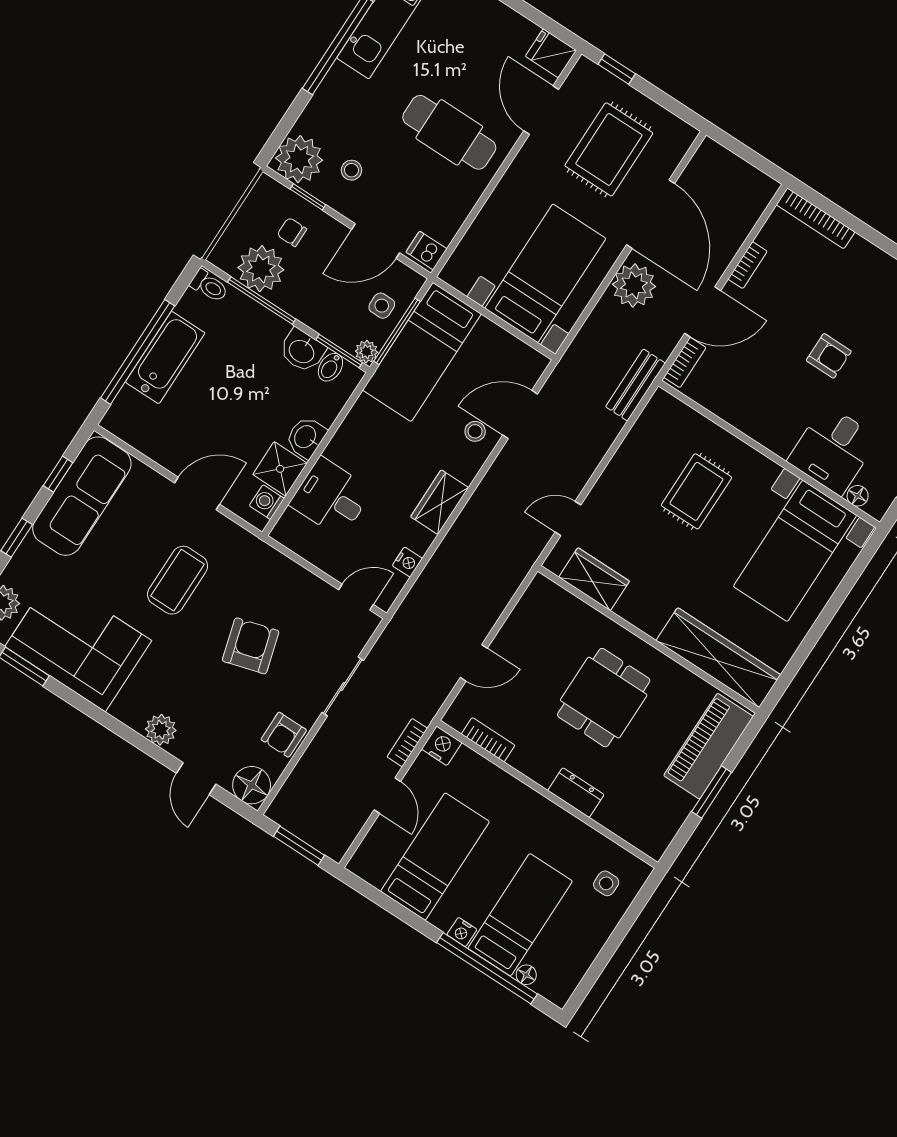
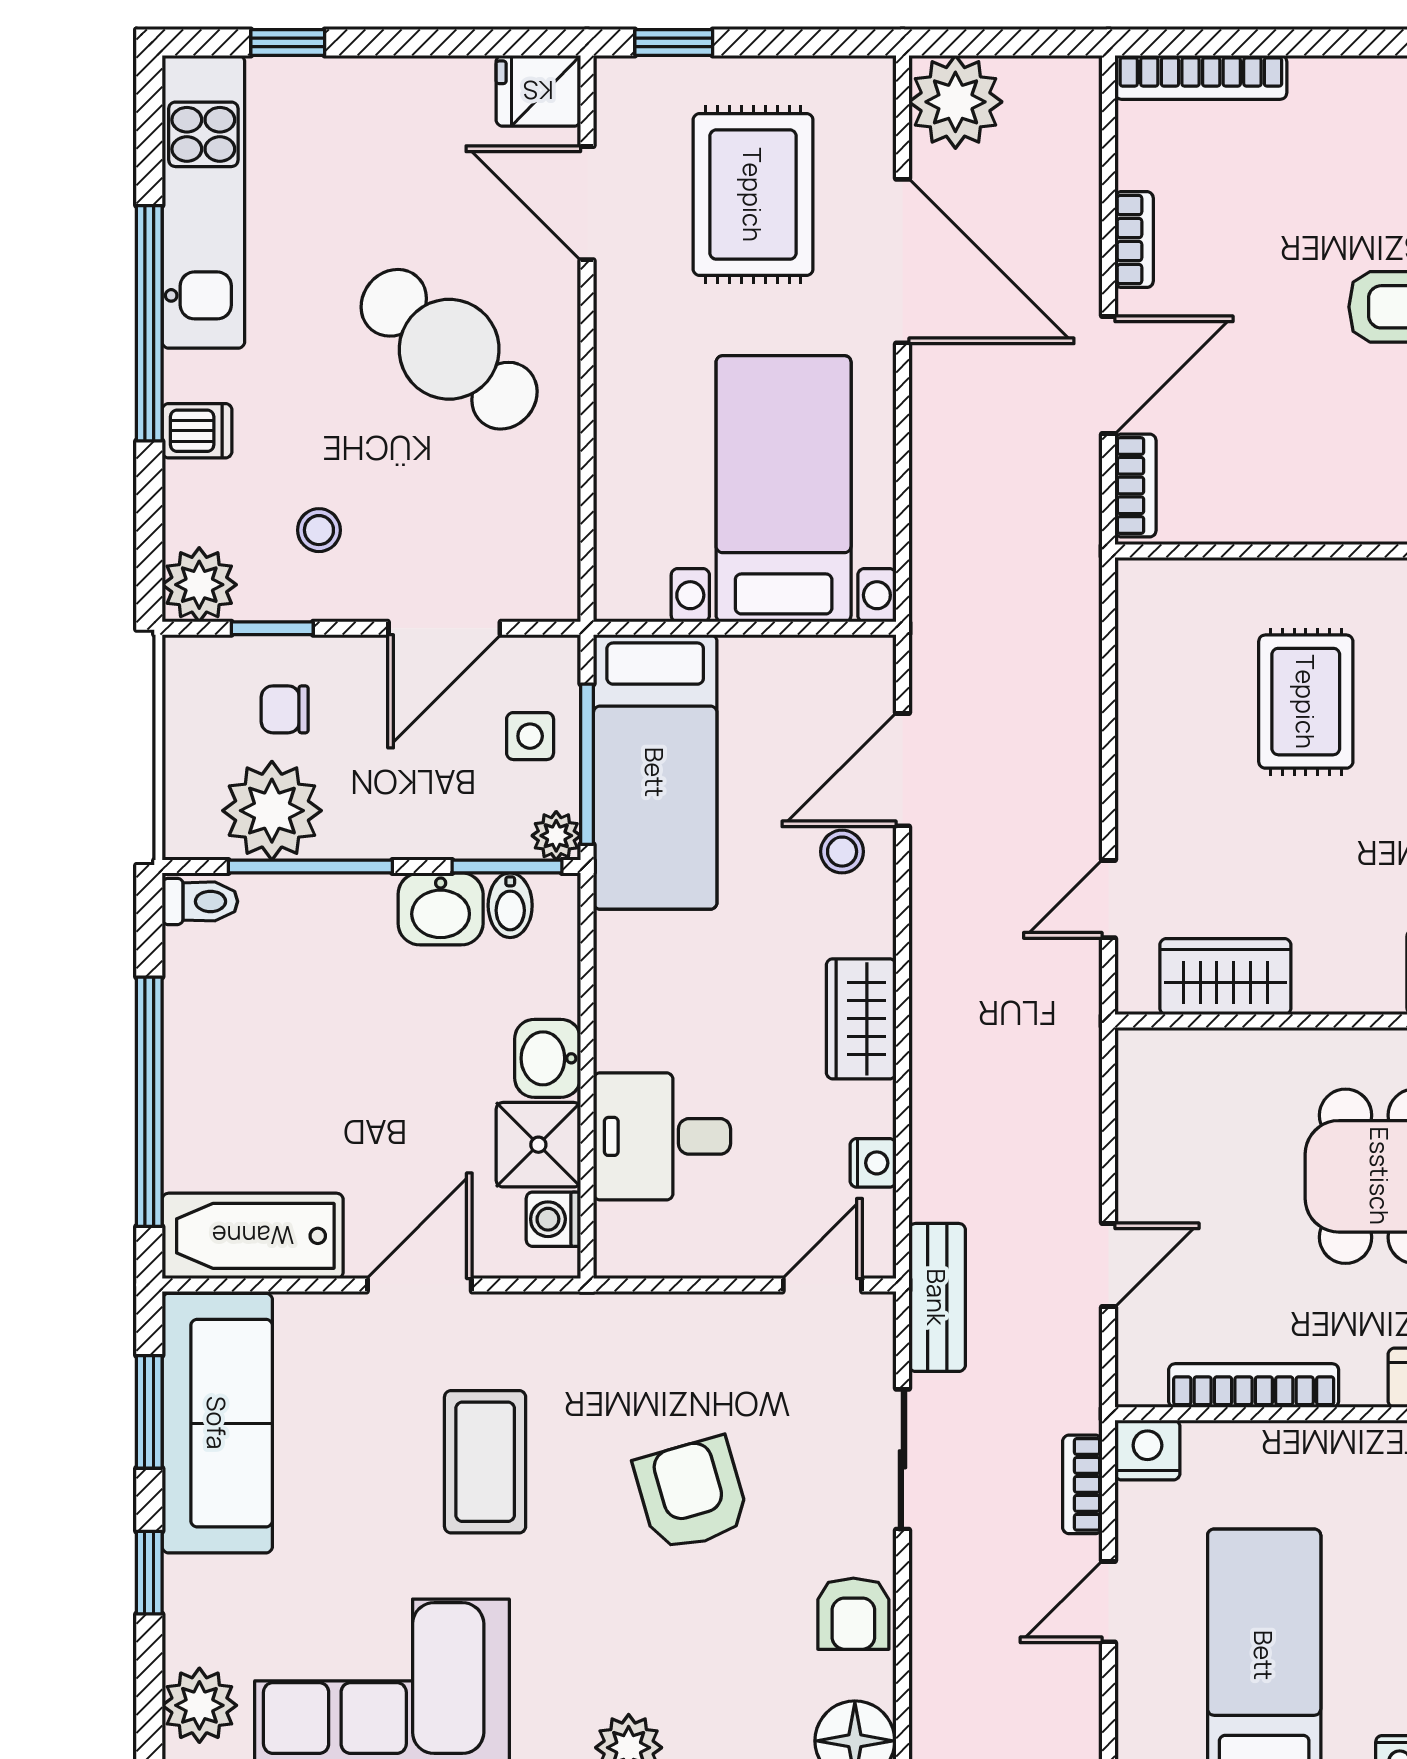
cafe table: (449, 132) -> (449, 349), turned 40
plant: (299, 159) -> (199, 585), width x0.73, depth x0.73
dishwasher: (426, 250) -> (197, 431), moved, turned 180
plant: (634, 285) -> (955, 102), moved
bathtub: (165, 358) -> (253, 1236), moved, turned -90
bench: (636, 385) -> (937, 1297), moved
window: (58, 474) -> (149, 1412), width x1.50
bookcase: (488, 740) -> (1254, 1386), width x1.56
door: (387, 796) -> (1108, 1602), swing flipped

